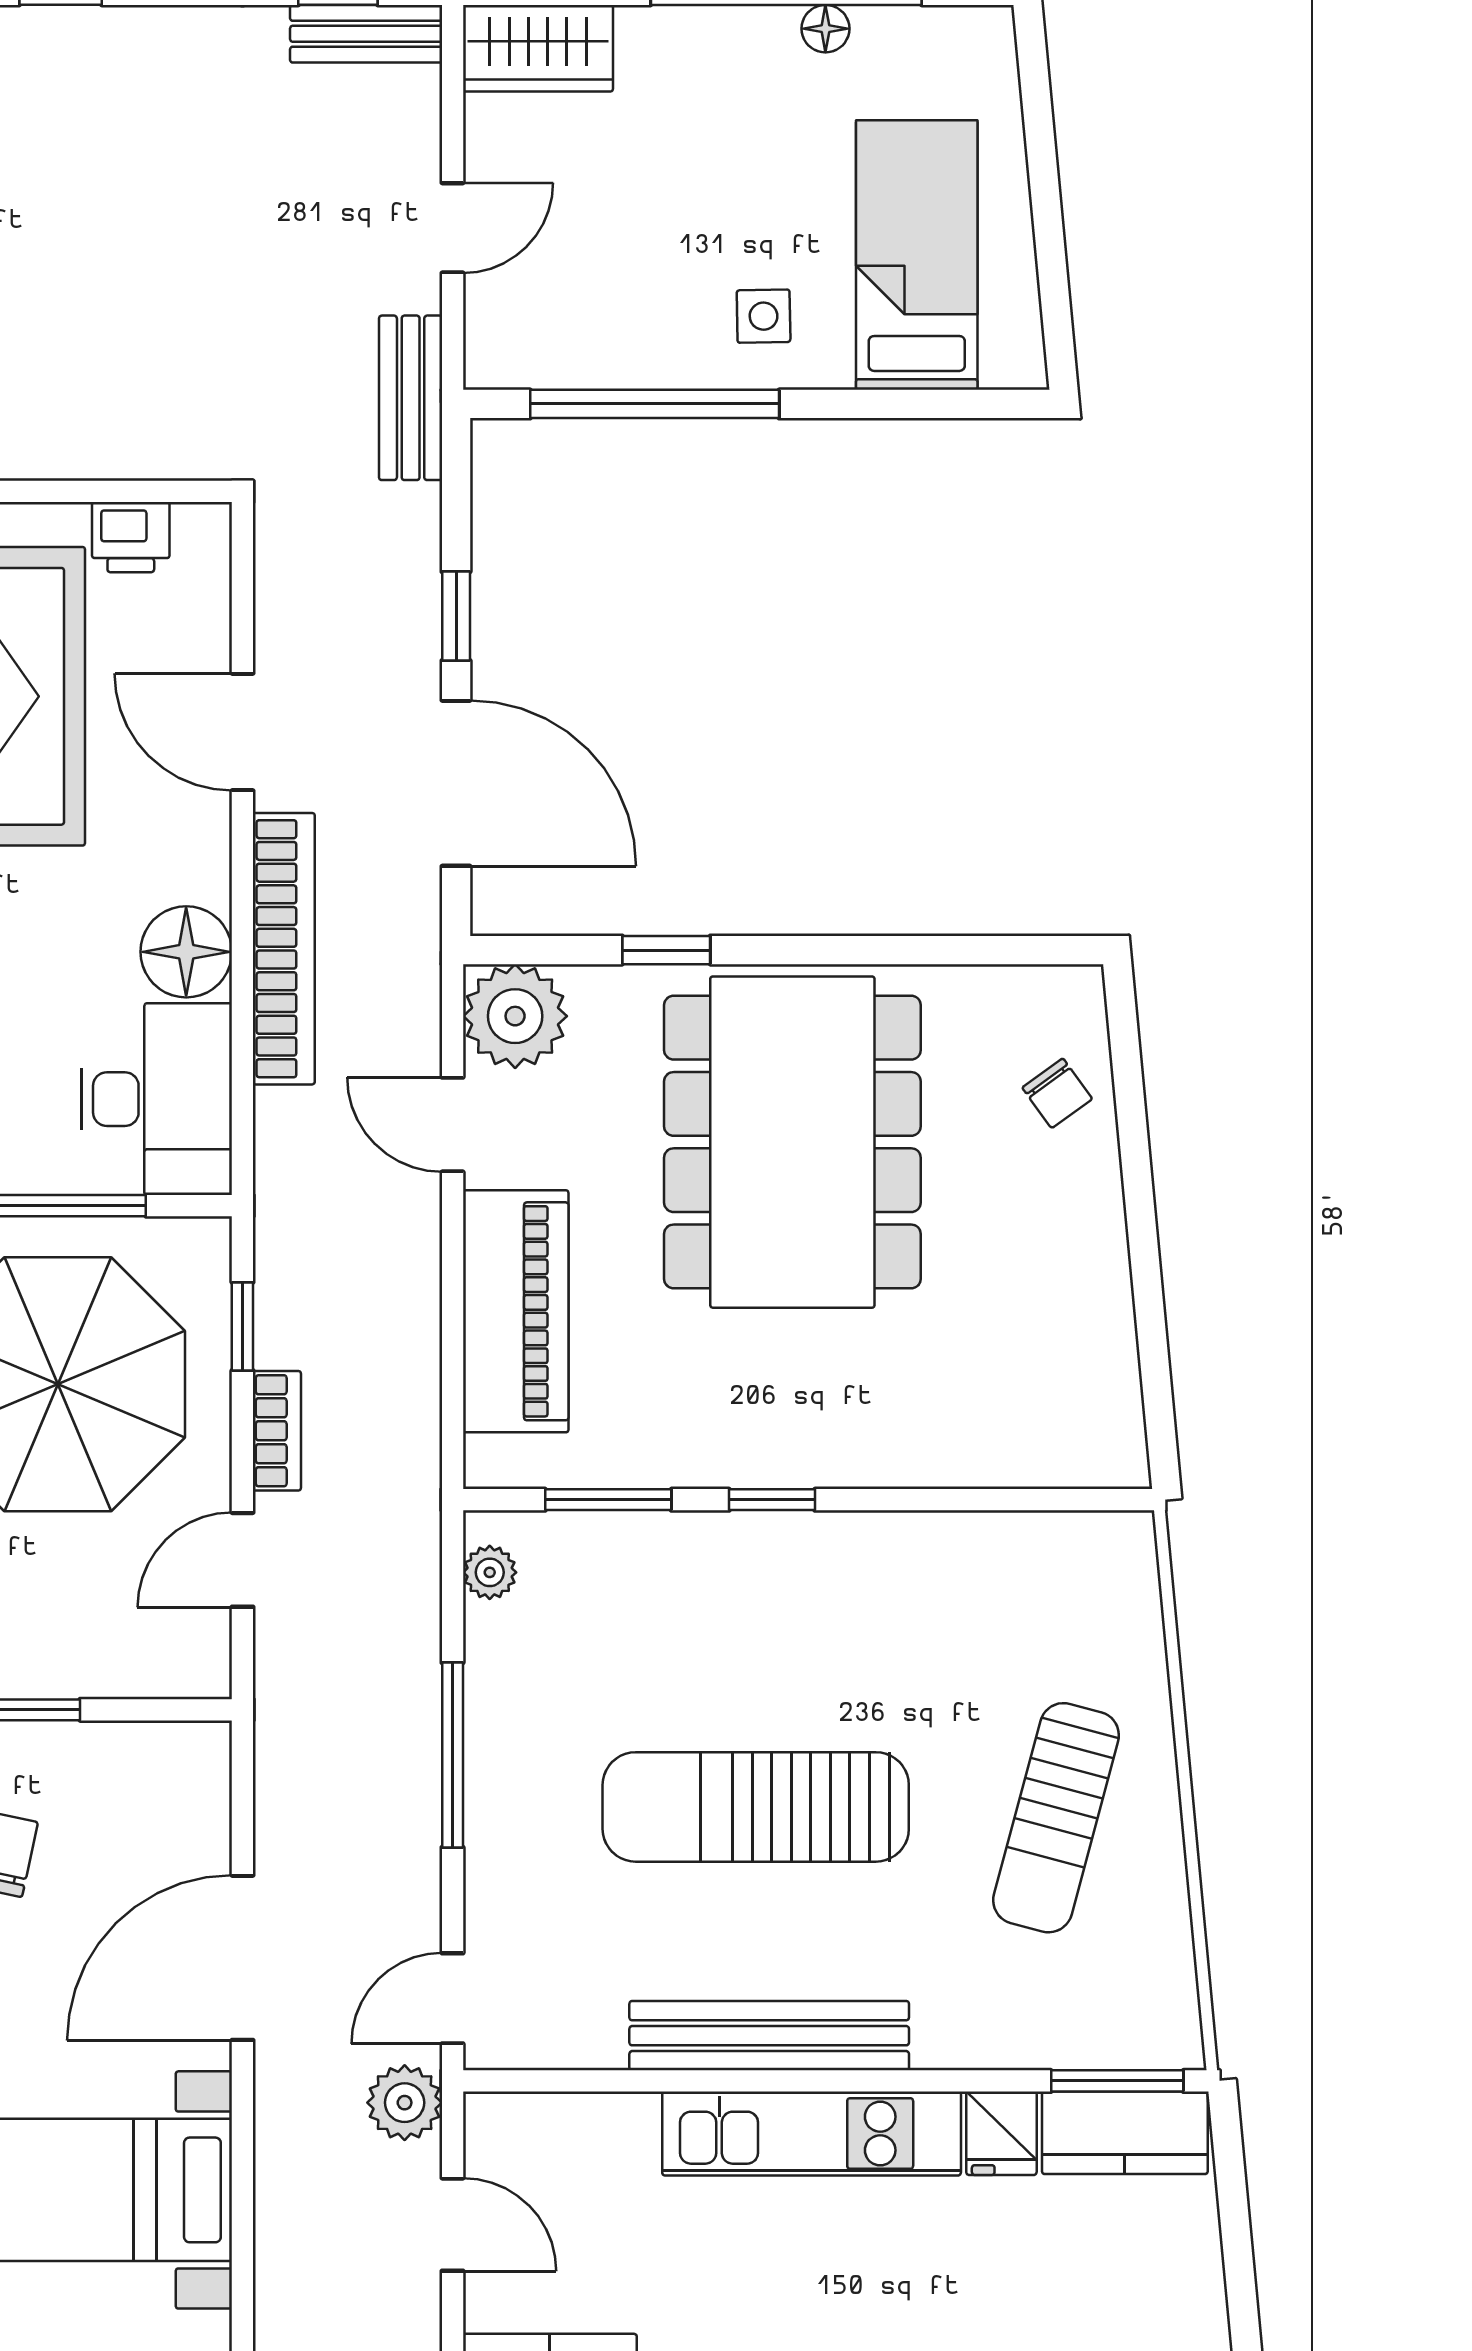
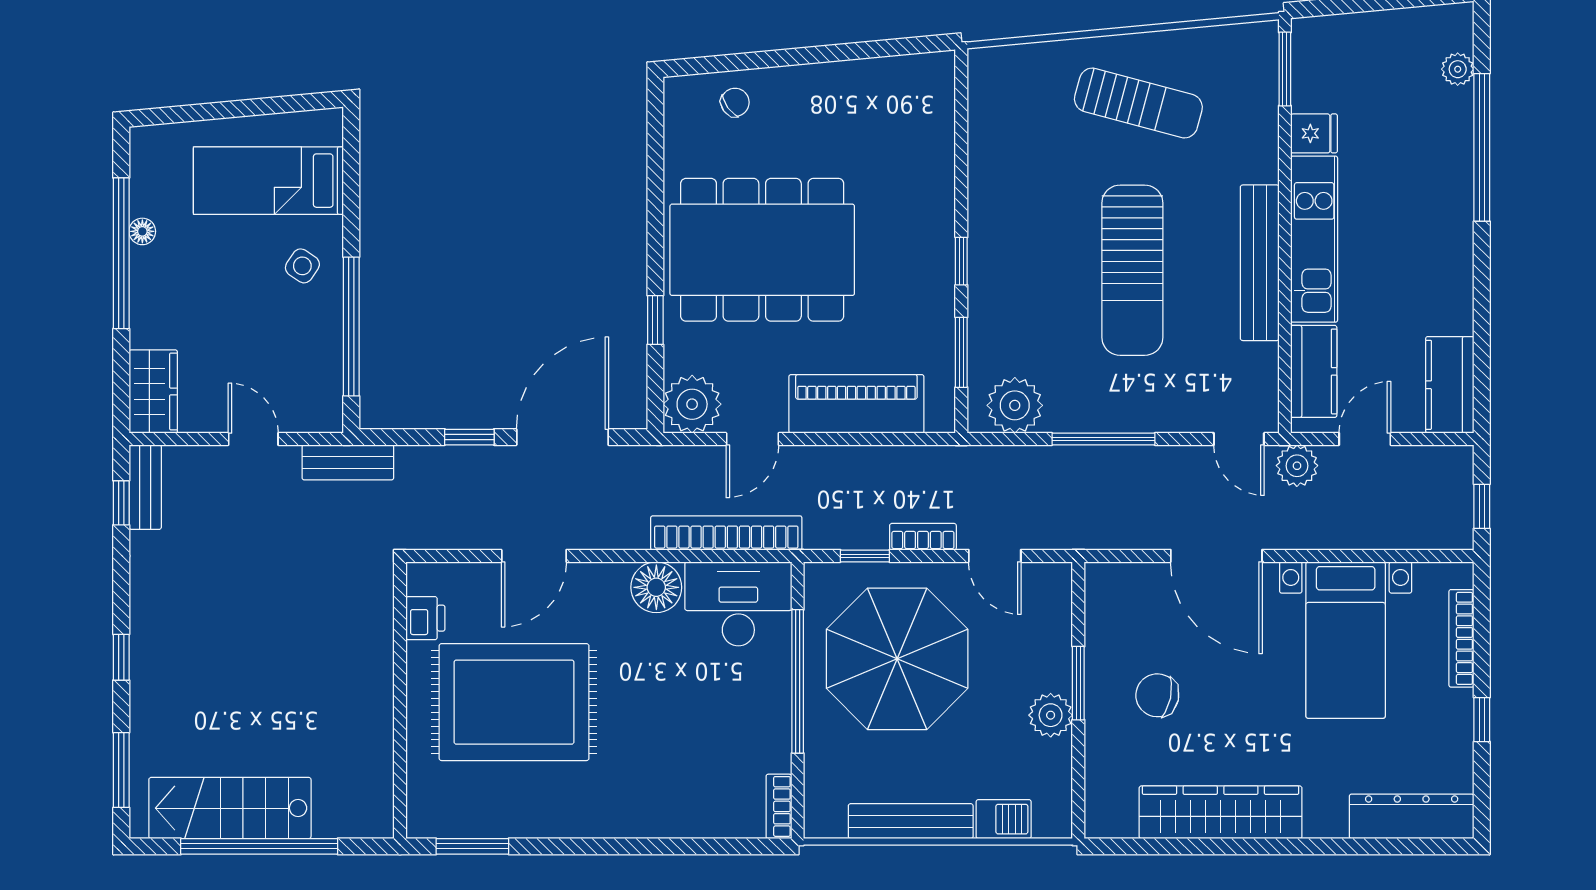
side table: (764, 316) -> (302, 266), turned 35
bookcase: (284, 949) -> (726, 533), moved
plant: (490, 1572) -> (1015, 405), width x1.88, depth x1.88
kitchen counter: (1125, 2133) -> (1314, 371), moved

